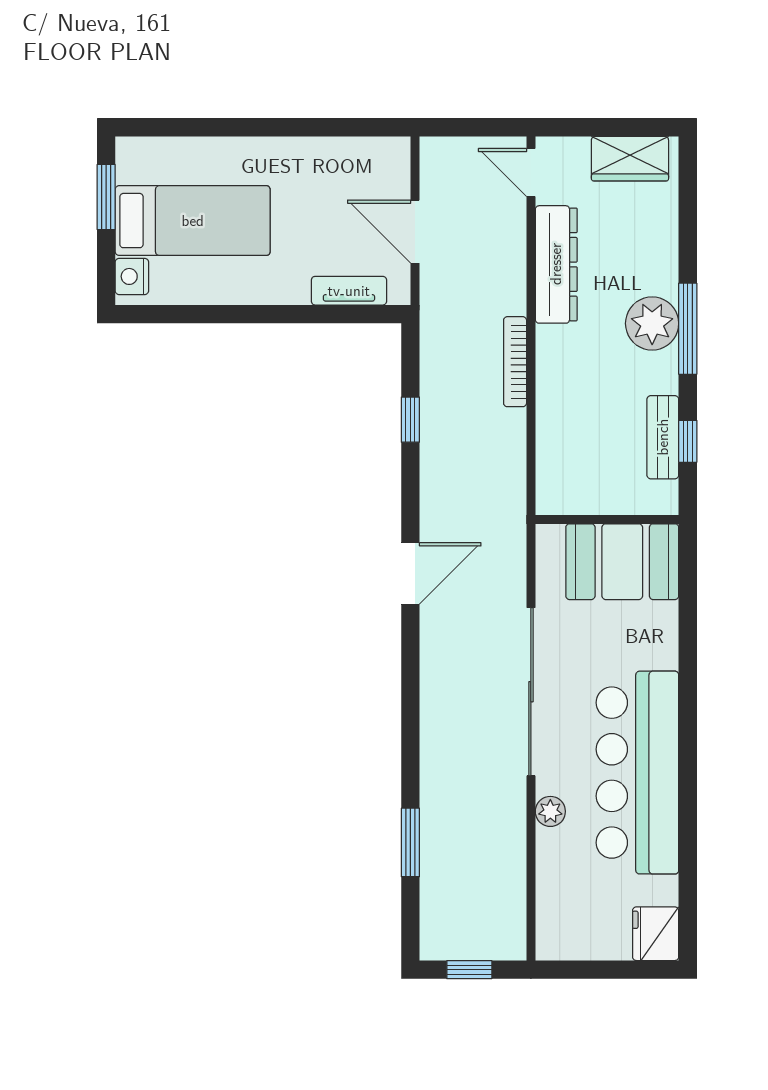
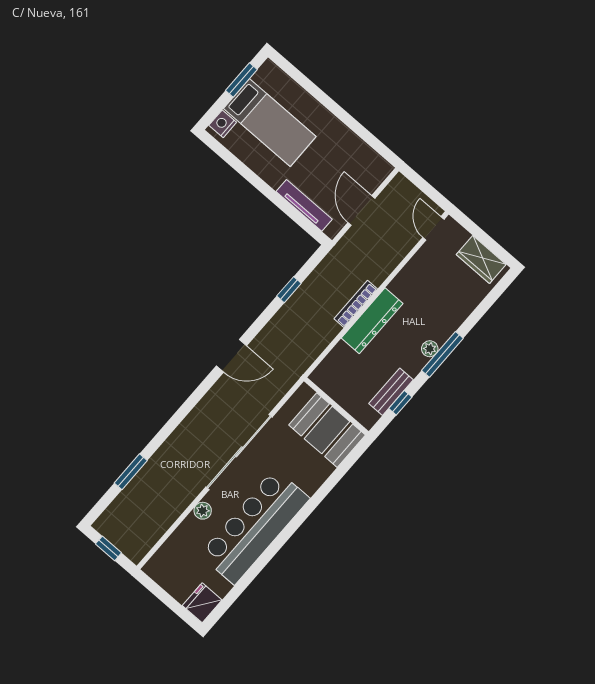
dresser: (556, 264) -> (372, 321), moved
tv unit: (349, 291) -> (304, 205), width x1.41
plant: (652, 323) -> (430, 349), width x0.53, depth x0.53

